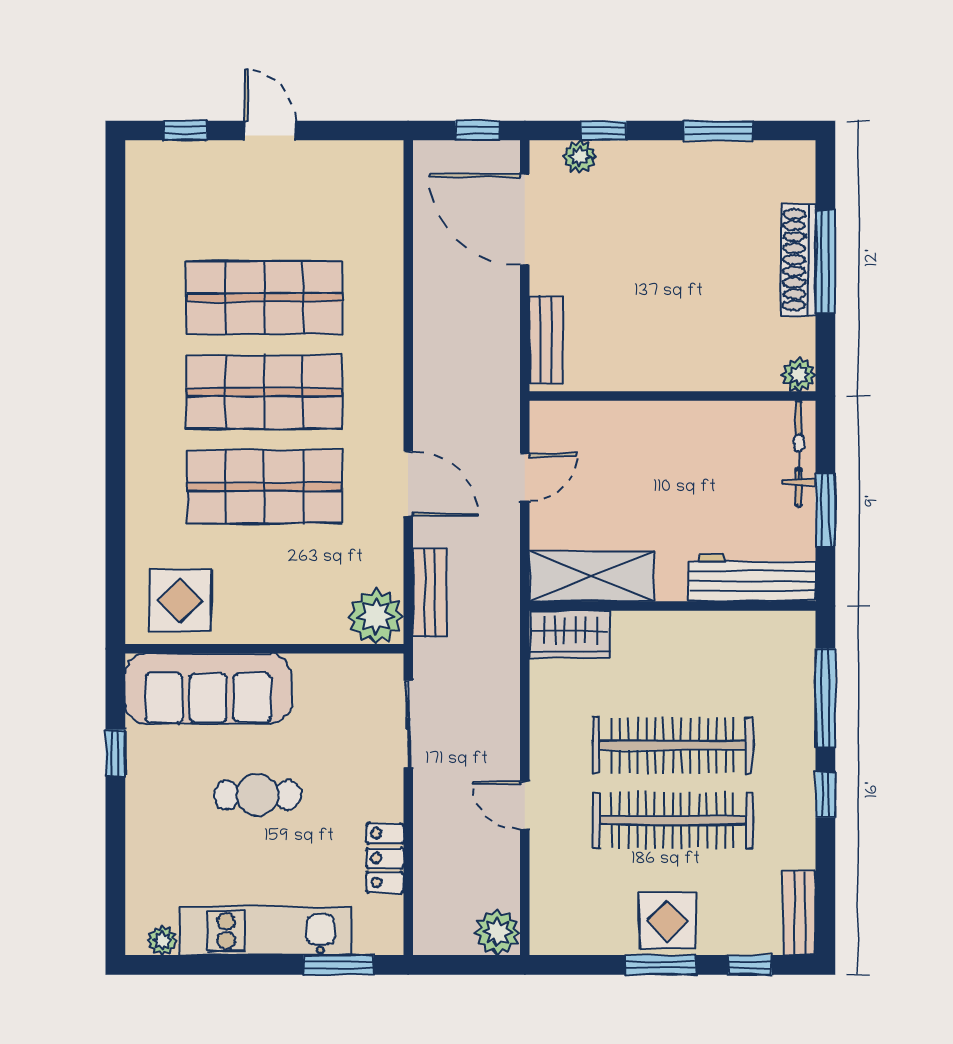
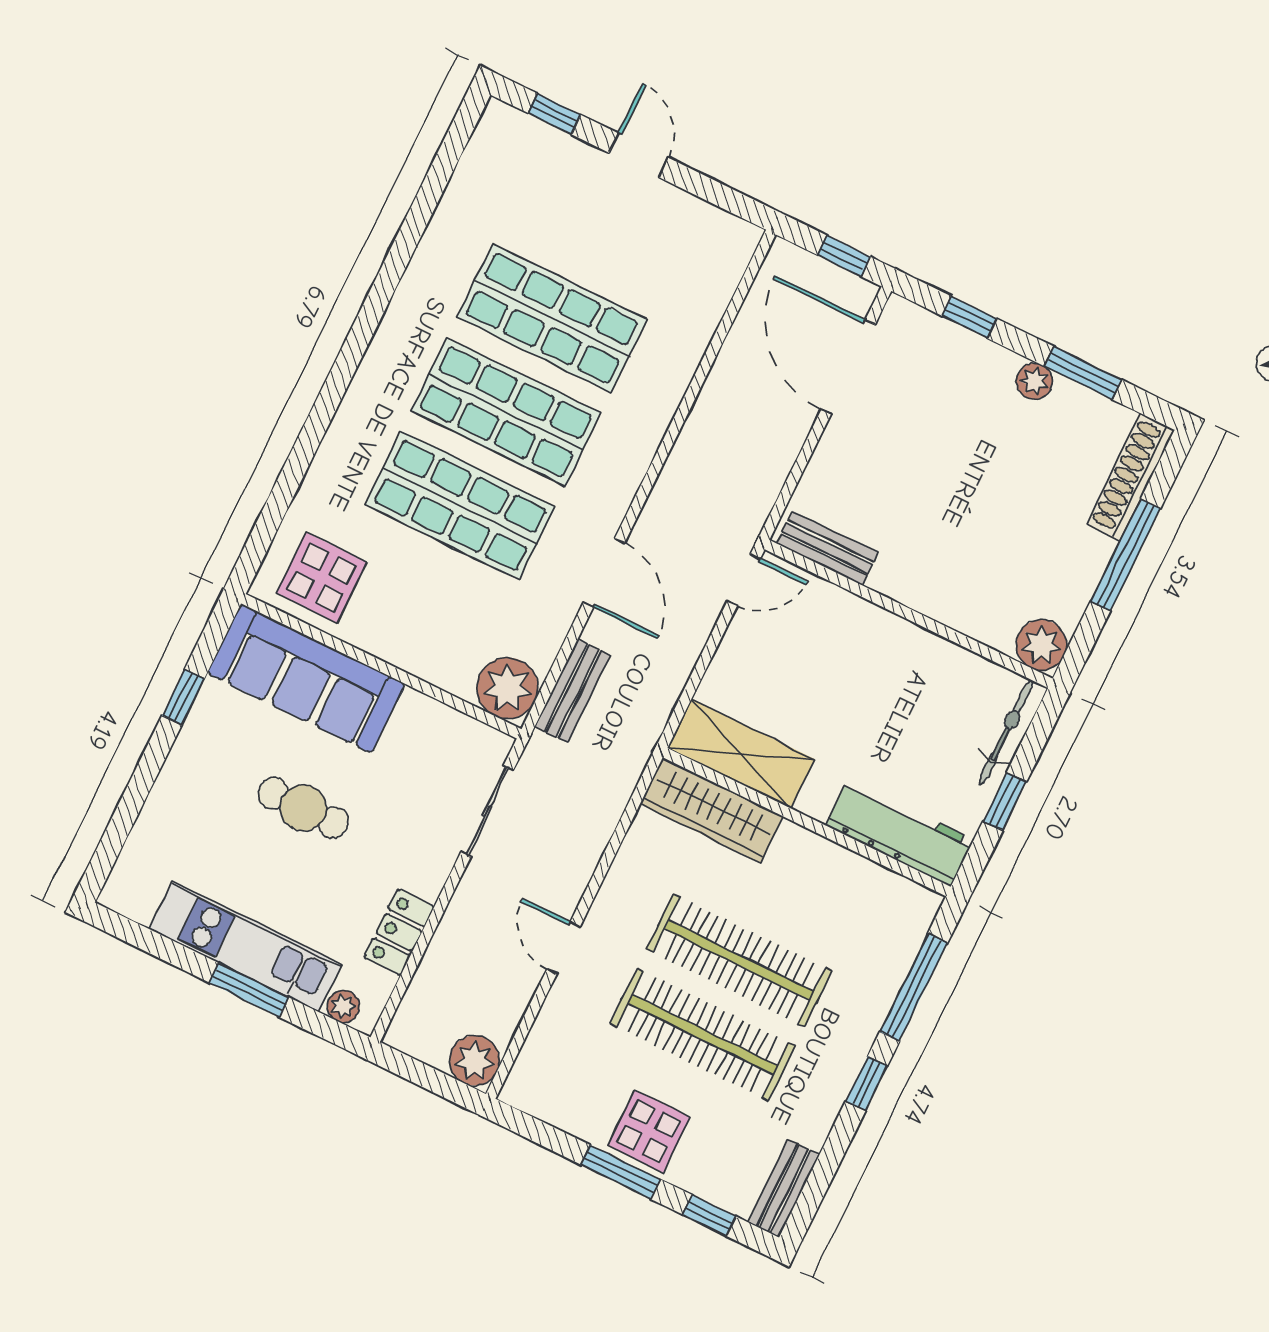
plant: (579, 157) -> (1034, 381), moved
shoe rack: (798, 260) -> (1131, 477), moved
bench: (546, 340) -> (827, 548), moved, turned 90
plant: (799, 375) -> (1041, 645), width x1.38, depth x1.38
door: (525, 477) -> (744, 580), moved
window: (825, 510) -> (1005, 801), width x0.67
wardrobe: (570, 634) -> (712, 810), width x1.50
plant: (162, 940) -> (343, 1006), moved
window: (338, 965) -> (249, 990), moved

